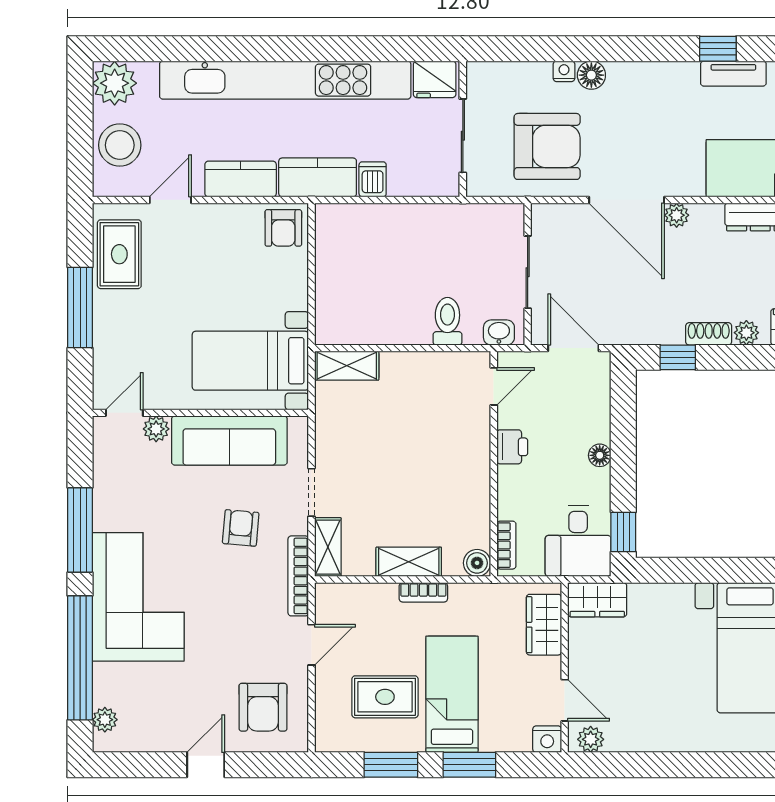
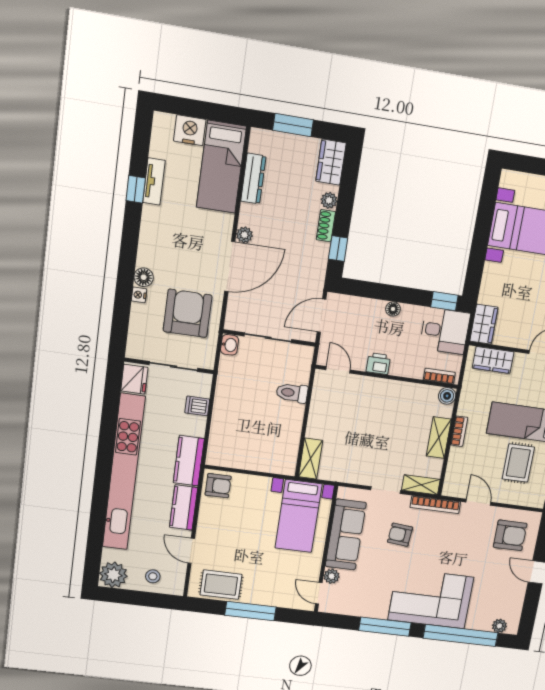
stool: (120, 145) -> (153, 576), width x0.53, depth x0.53
dishwasher: (373, 179) -> (197, 406), moved
washbasin: (499, 332) -> (230, 345), moved, turned 180

